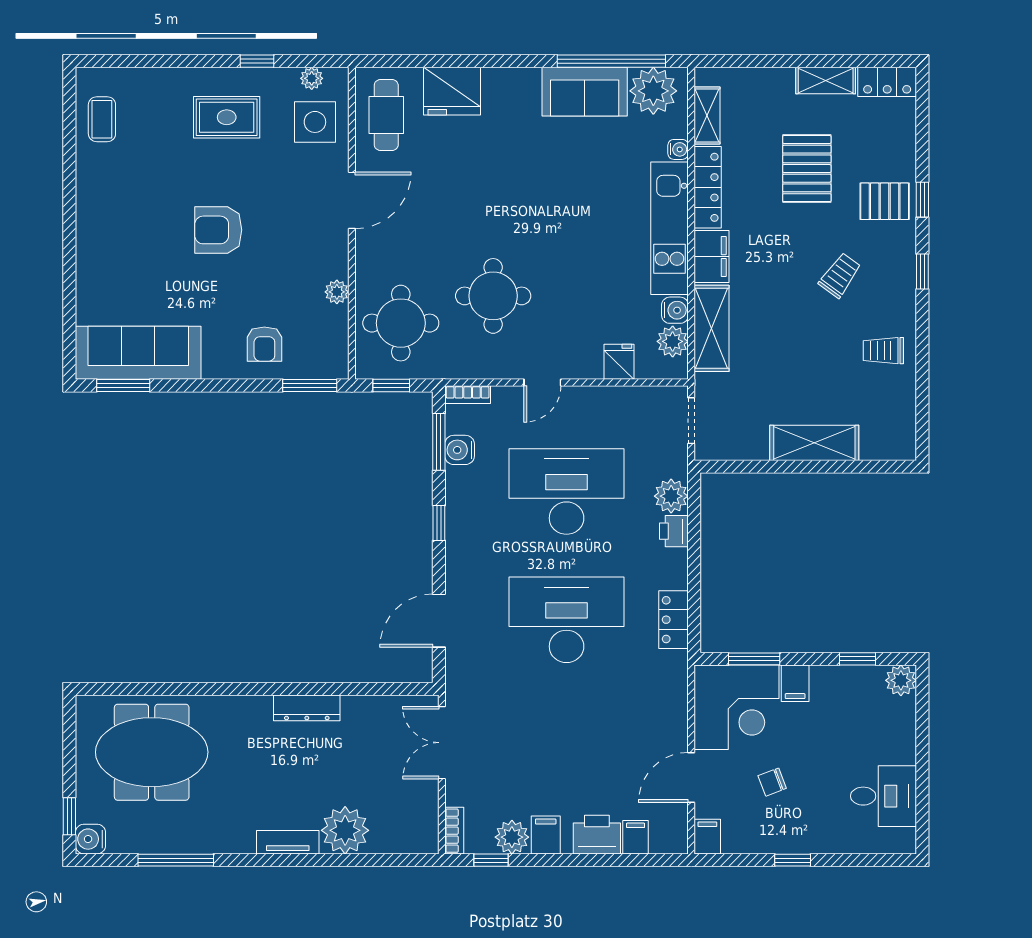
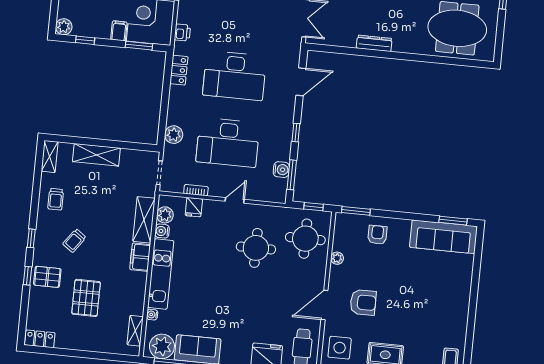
shelving: (826, 81) -> (50, 157), moved, turned 90
locker: (708, 187) -> (139, 293), removed
armchair: (218, 230) -> (363, 302), moved
trolley: (883, 351) -> (56, 199), turned 90
bookcase: (468, 395) -> (196, 190), moved
printer: (674, 531) -> (182, 32), moved

